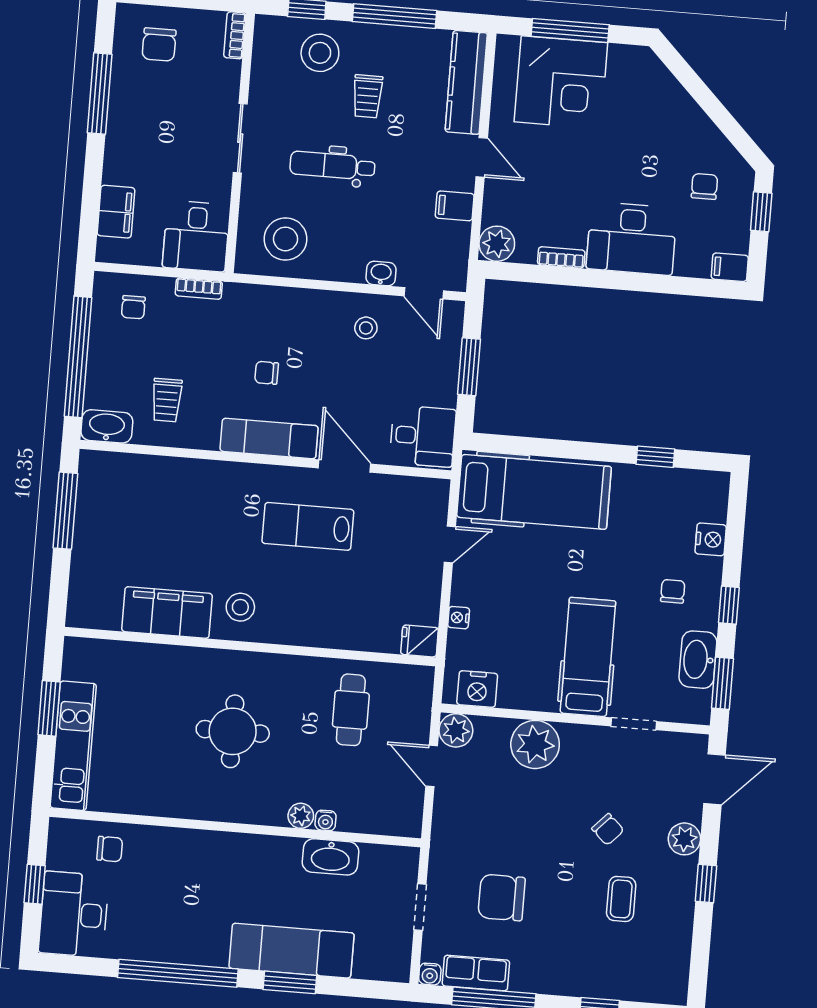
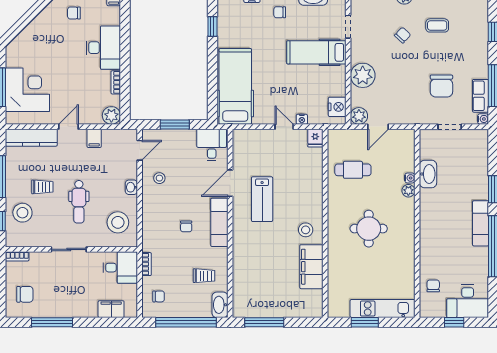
washbasin: (381, 274) -> (131, 187), moved
door: (450, 544) -> (284, 127), moved
exam couch: (291, 951) -> (481, 223), moved, width x0.73, depth x0.69

